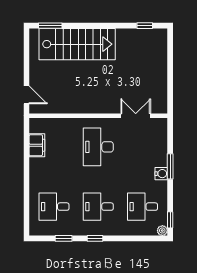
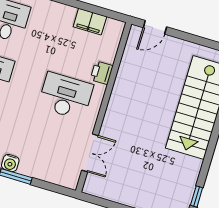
printer: (73, 125) -> (102, 73), added

